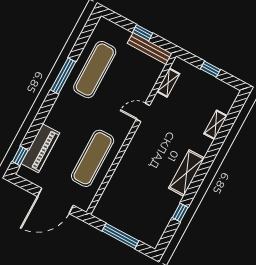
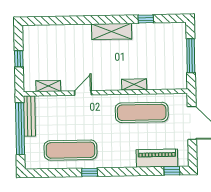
window: (143, 33) -> (20, 129), width x3.17
window: (63, 76) -> (90, 172), width x0.46
door: (143, 112) -> (83, 93), swing flipped
shelving: (216, 125) -> (134, 84), moved

